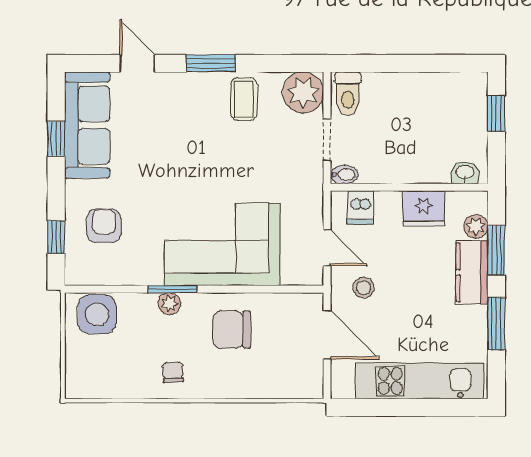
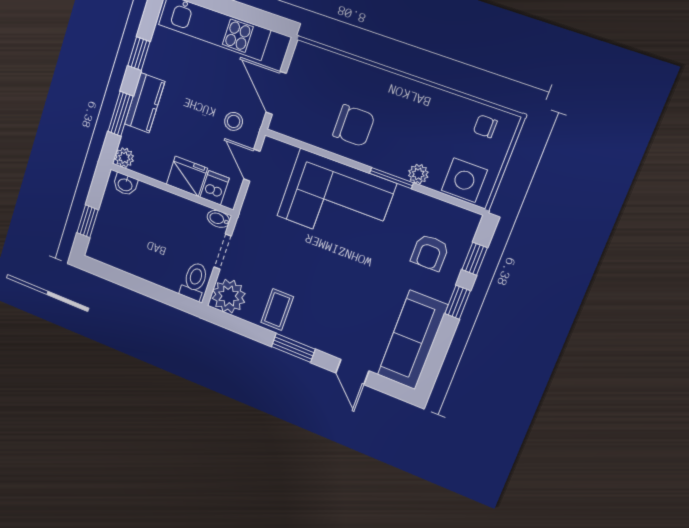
window: (56, 139) -> (458, 302), moved
fridge: (424, 208) -> (187, 176), moved
plant: (476, 226) -> (124, 158), moved
plant: (169, 304) -> (418, 174), moved
window: (496, 324) -> (139, 54), width x0.67
chair: (173, 372) -> (485, 126), moved, turned 93

